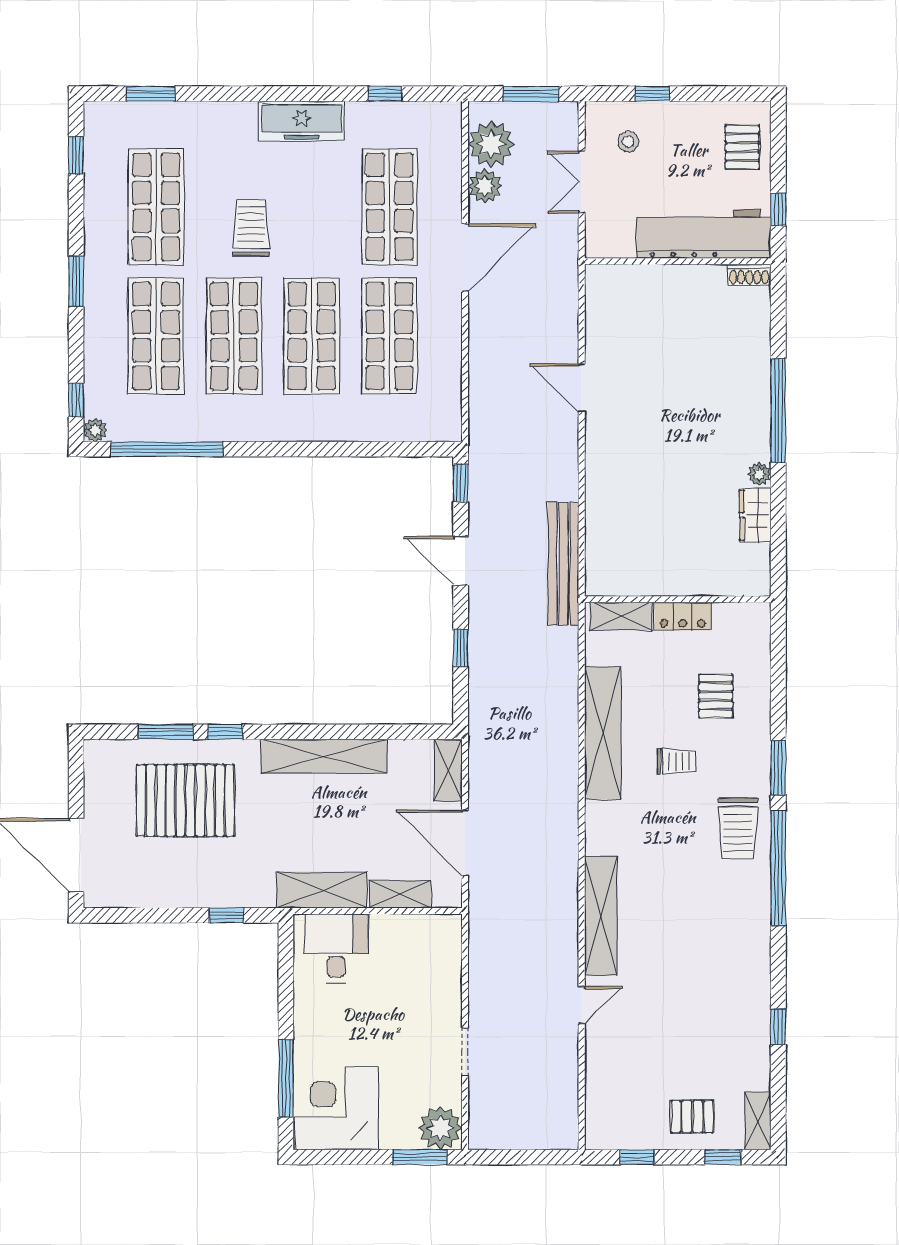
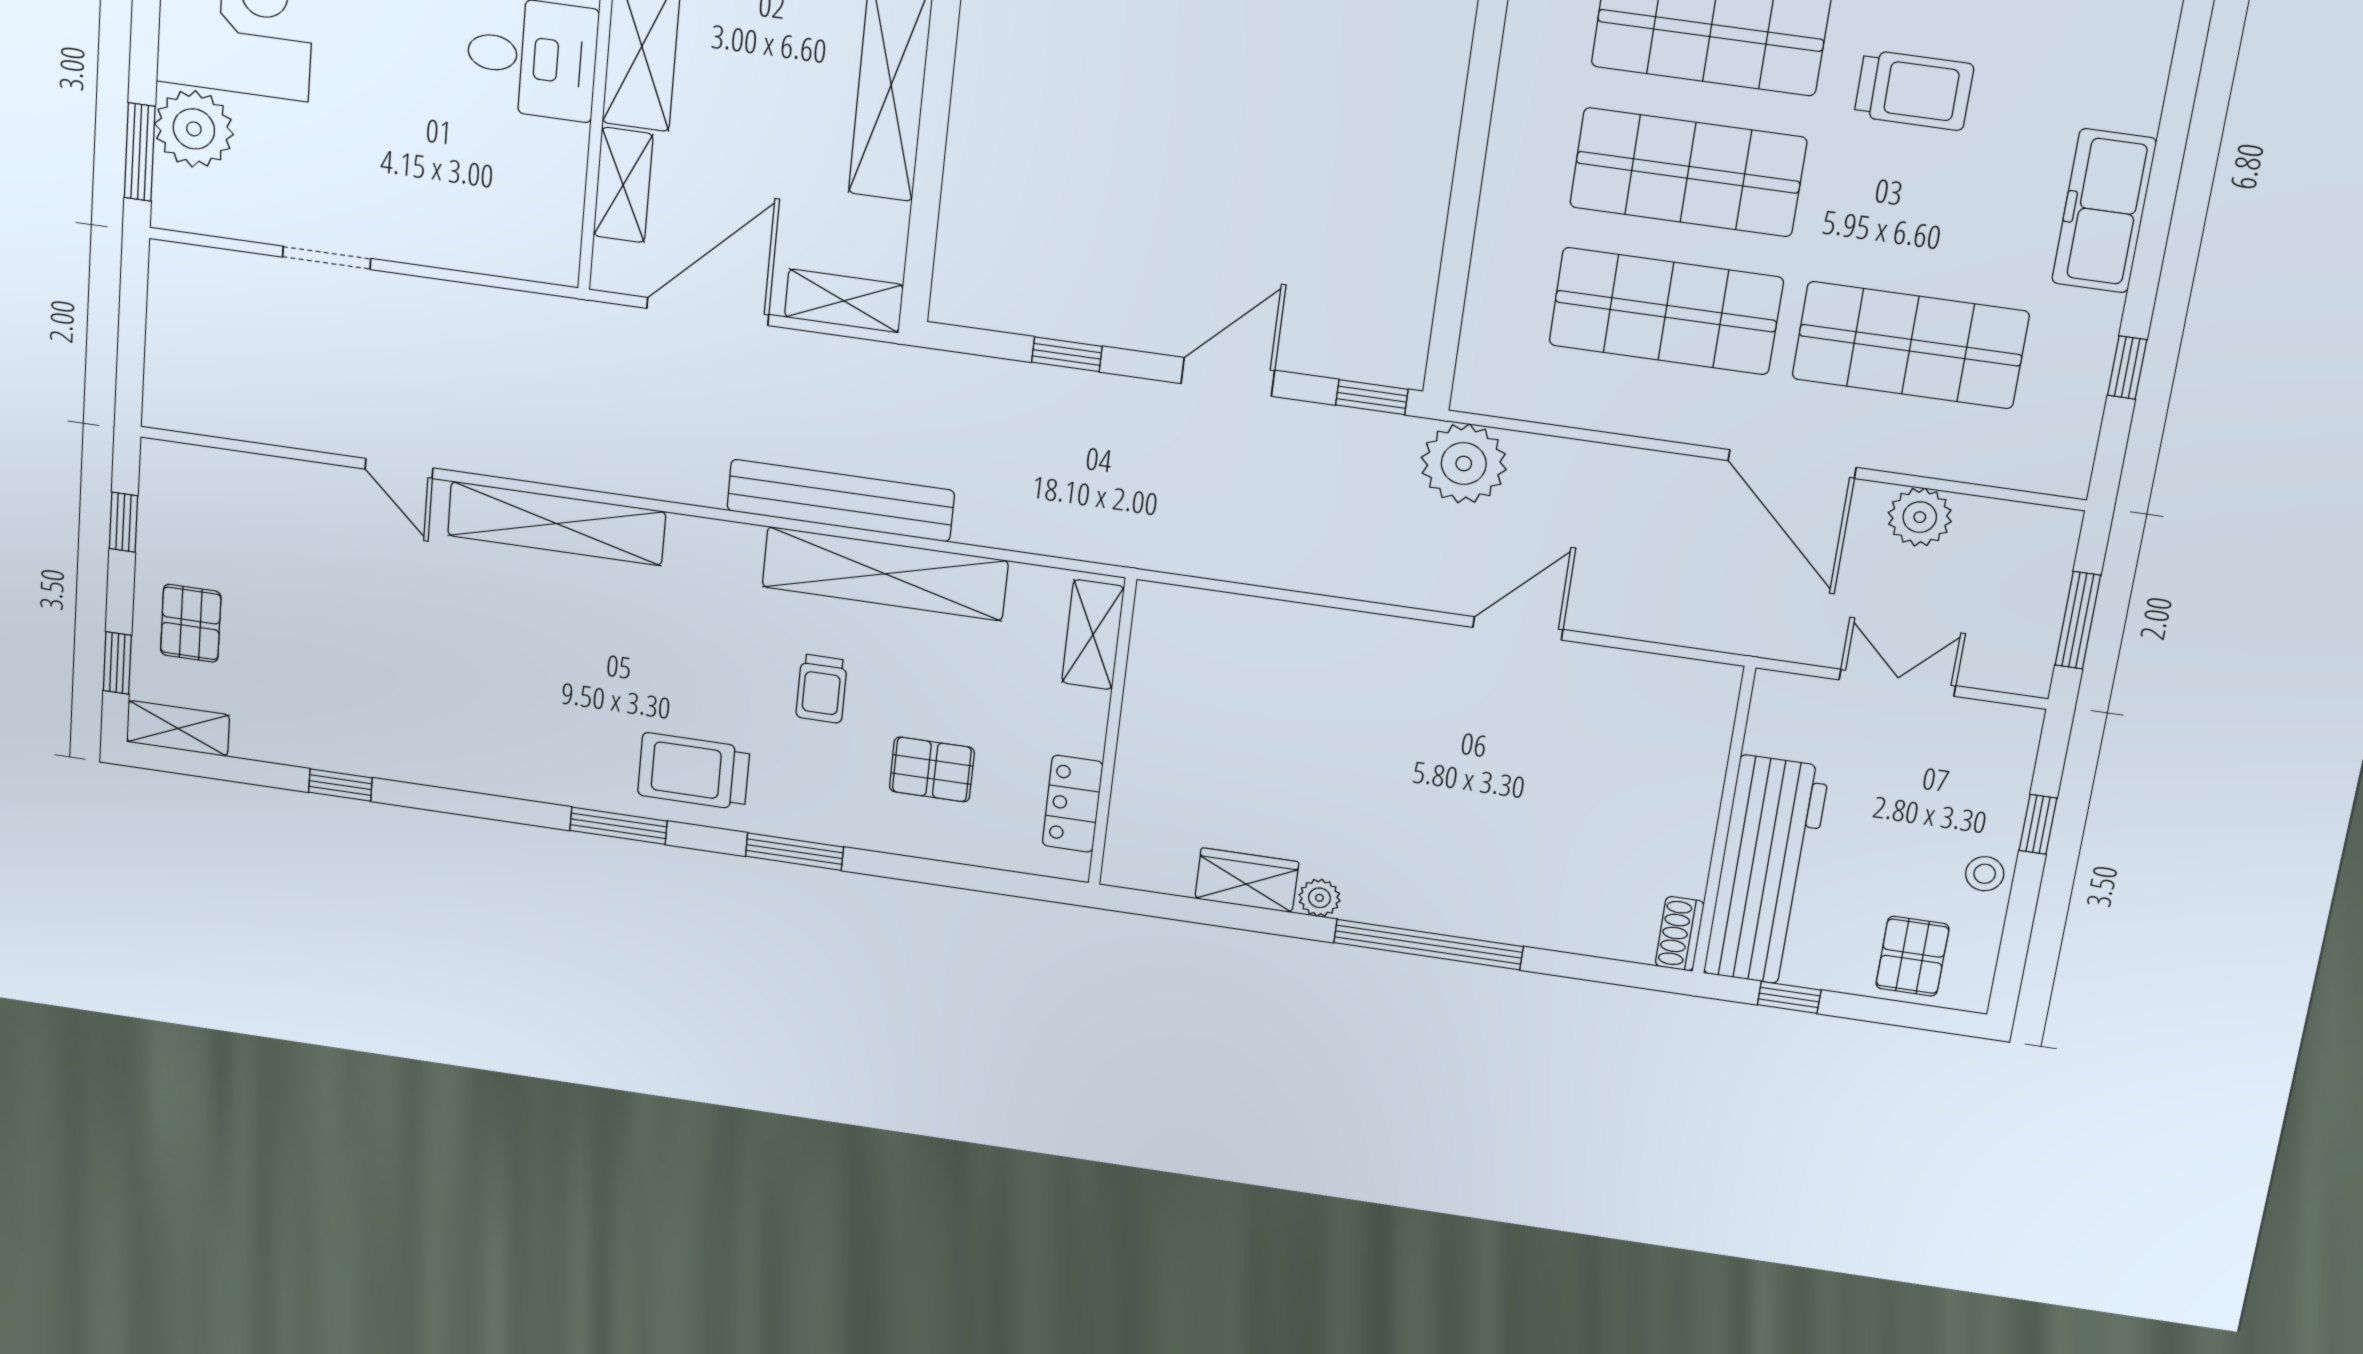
stool: (628, 142) -> (1985, 874), moved
plant: (491, 144) -> (1464, 464), moved
pallet: (742, 147) -> (1912, 956), turned 90
bench: (563, 564) -> (841, 501), moved
locker: (683, 616) -> (1073, 804), moved
window: (778, 868) -> (618, 826), width x0.47
plant: (440, 1128) -> (194, 129), moved

